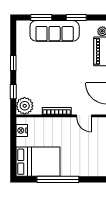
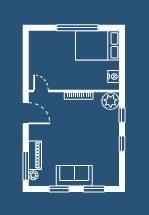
sofa: (55, 31) -> (74, 176), width x0.73
door: (84, 116) -> (41, 91), moved

